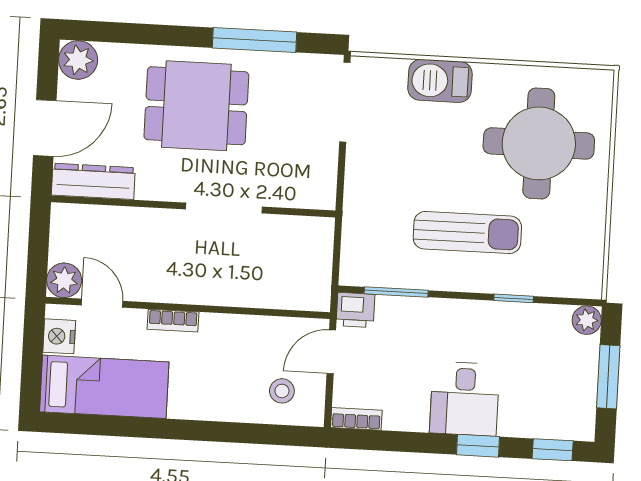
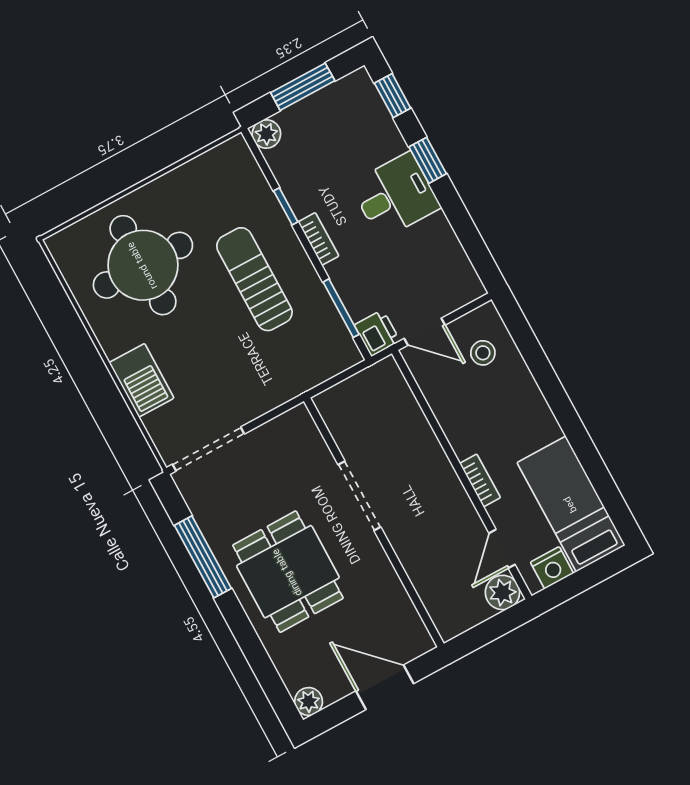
plant: (78, 60) -> (309, 701), width x0.73, depth x0.73
dresser: (93, 181) -> (404, 619), removed
bookcase: (356, 419) -> (319, 239), moved, turned 180

